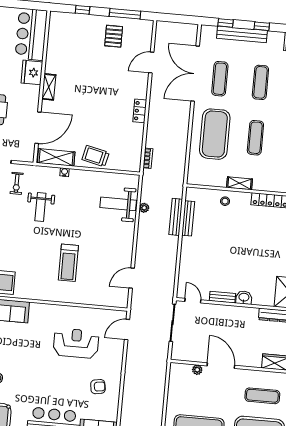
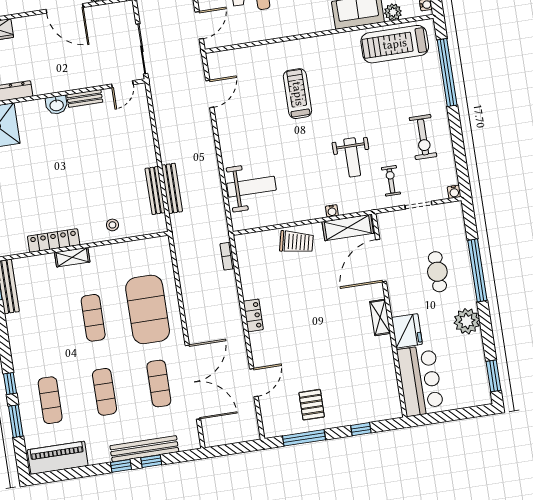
window: (226, 23) -> (151, 461), moved
shelving: (239, 183) -> (72, 257), moved
weight bench: (40, 207) -> (352, 157), turned 180
plant: (144, 208) -> (216, 190), removed
door: (193, 301) -> (122, 84), hinge flipped

